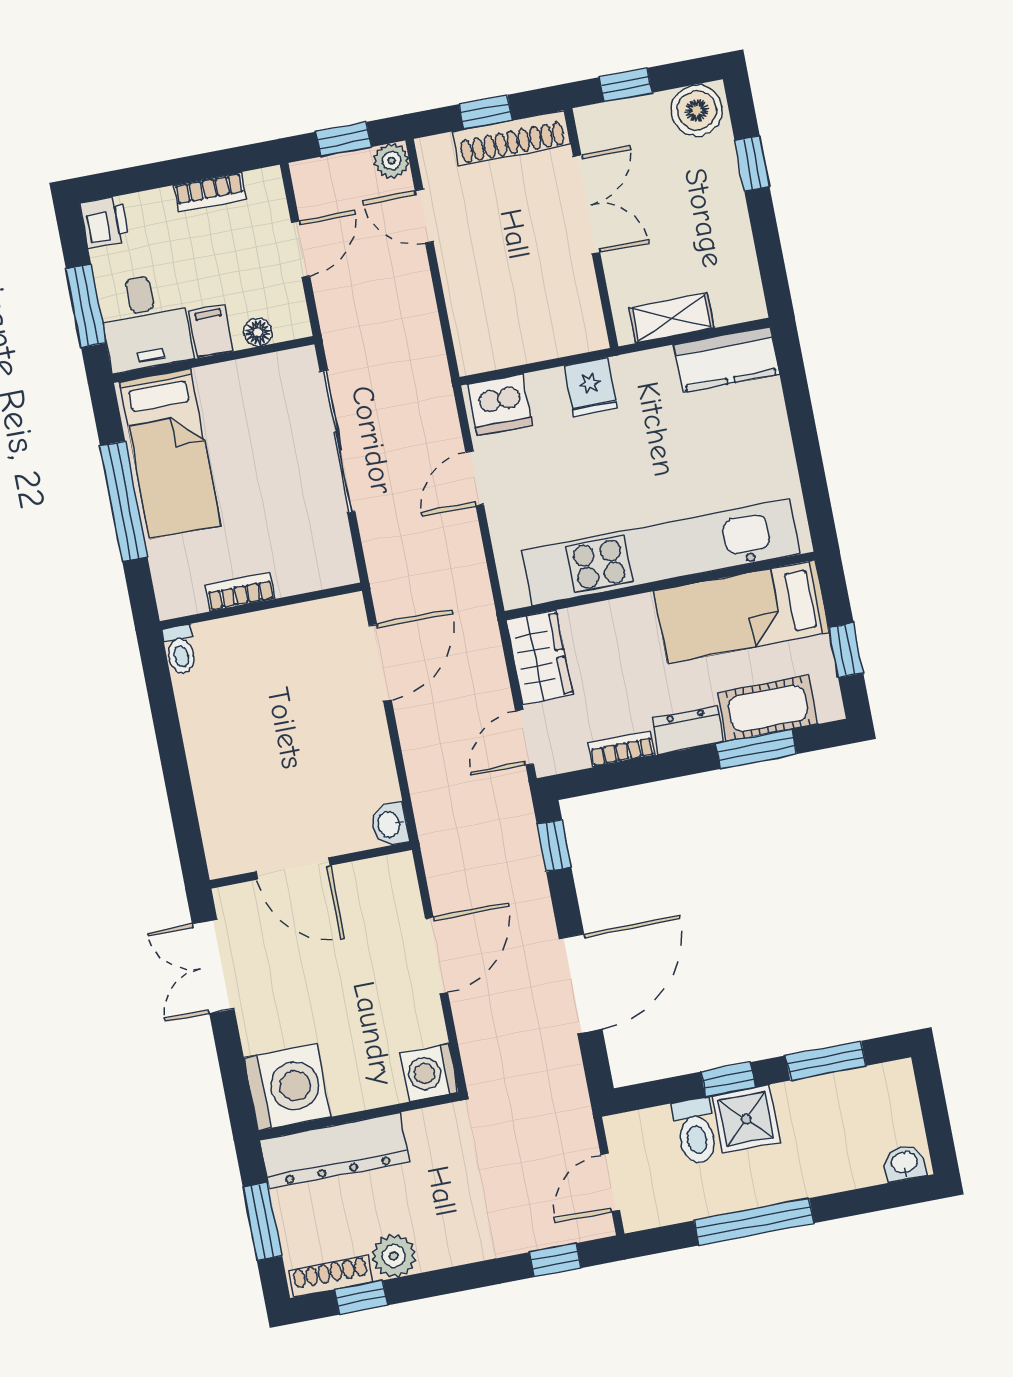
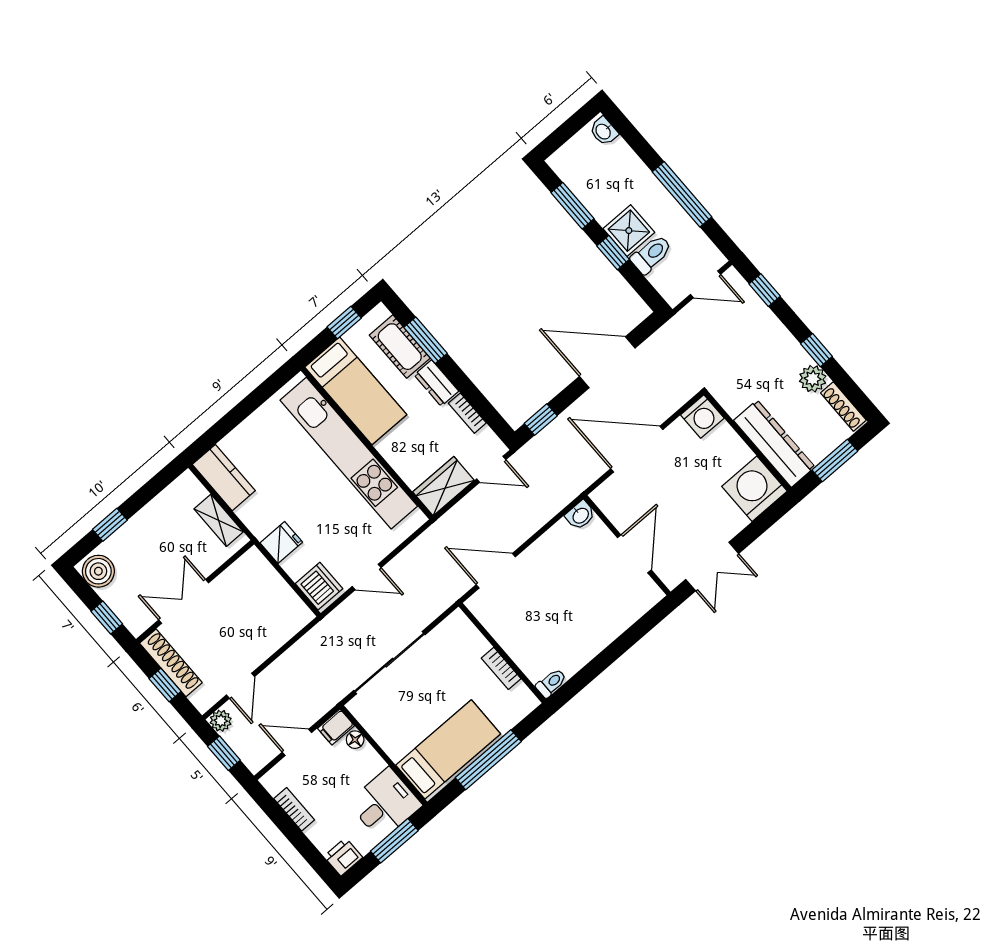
filing cabinet: (211, 331) -> (336, 727), moved
door: (436, 955) -> (637, 449), width x1.36
window: (361, 1297) -> (816, 350), moved

